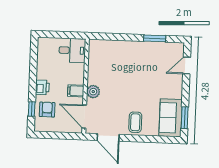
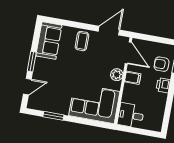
corner sofa: (113, 58) -> (94, 103), added
armchair: (47, 110) -> (162, 64), turned 90
window: (185, 118) -> (32, 62), moved
door: (108, 137) -> (109, 31), hinge flipped

